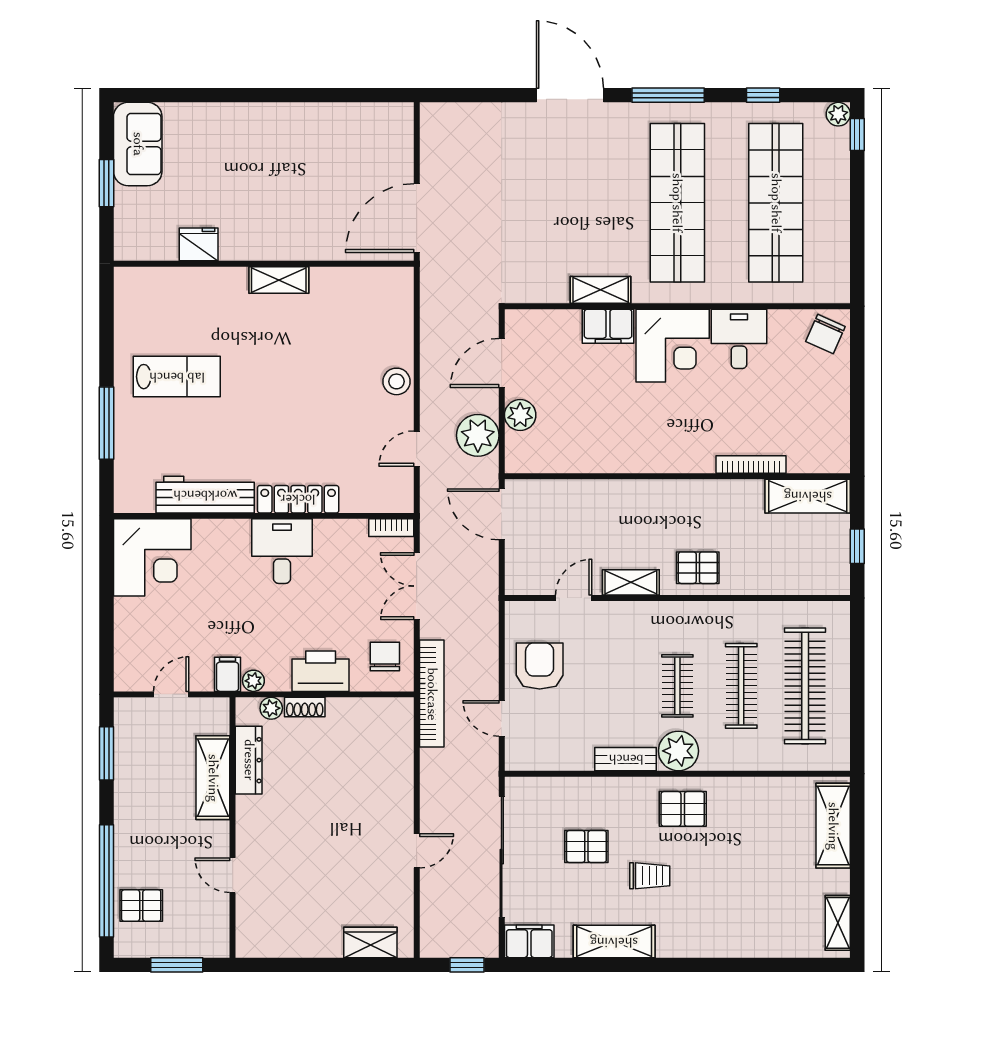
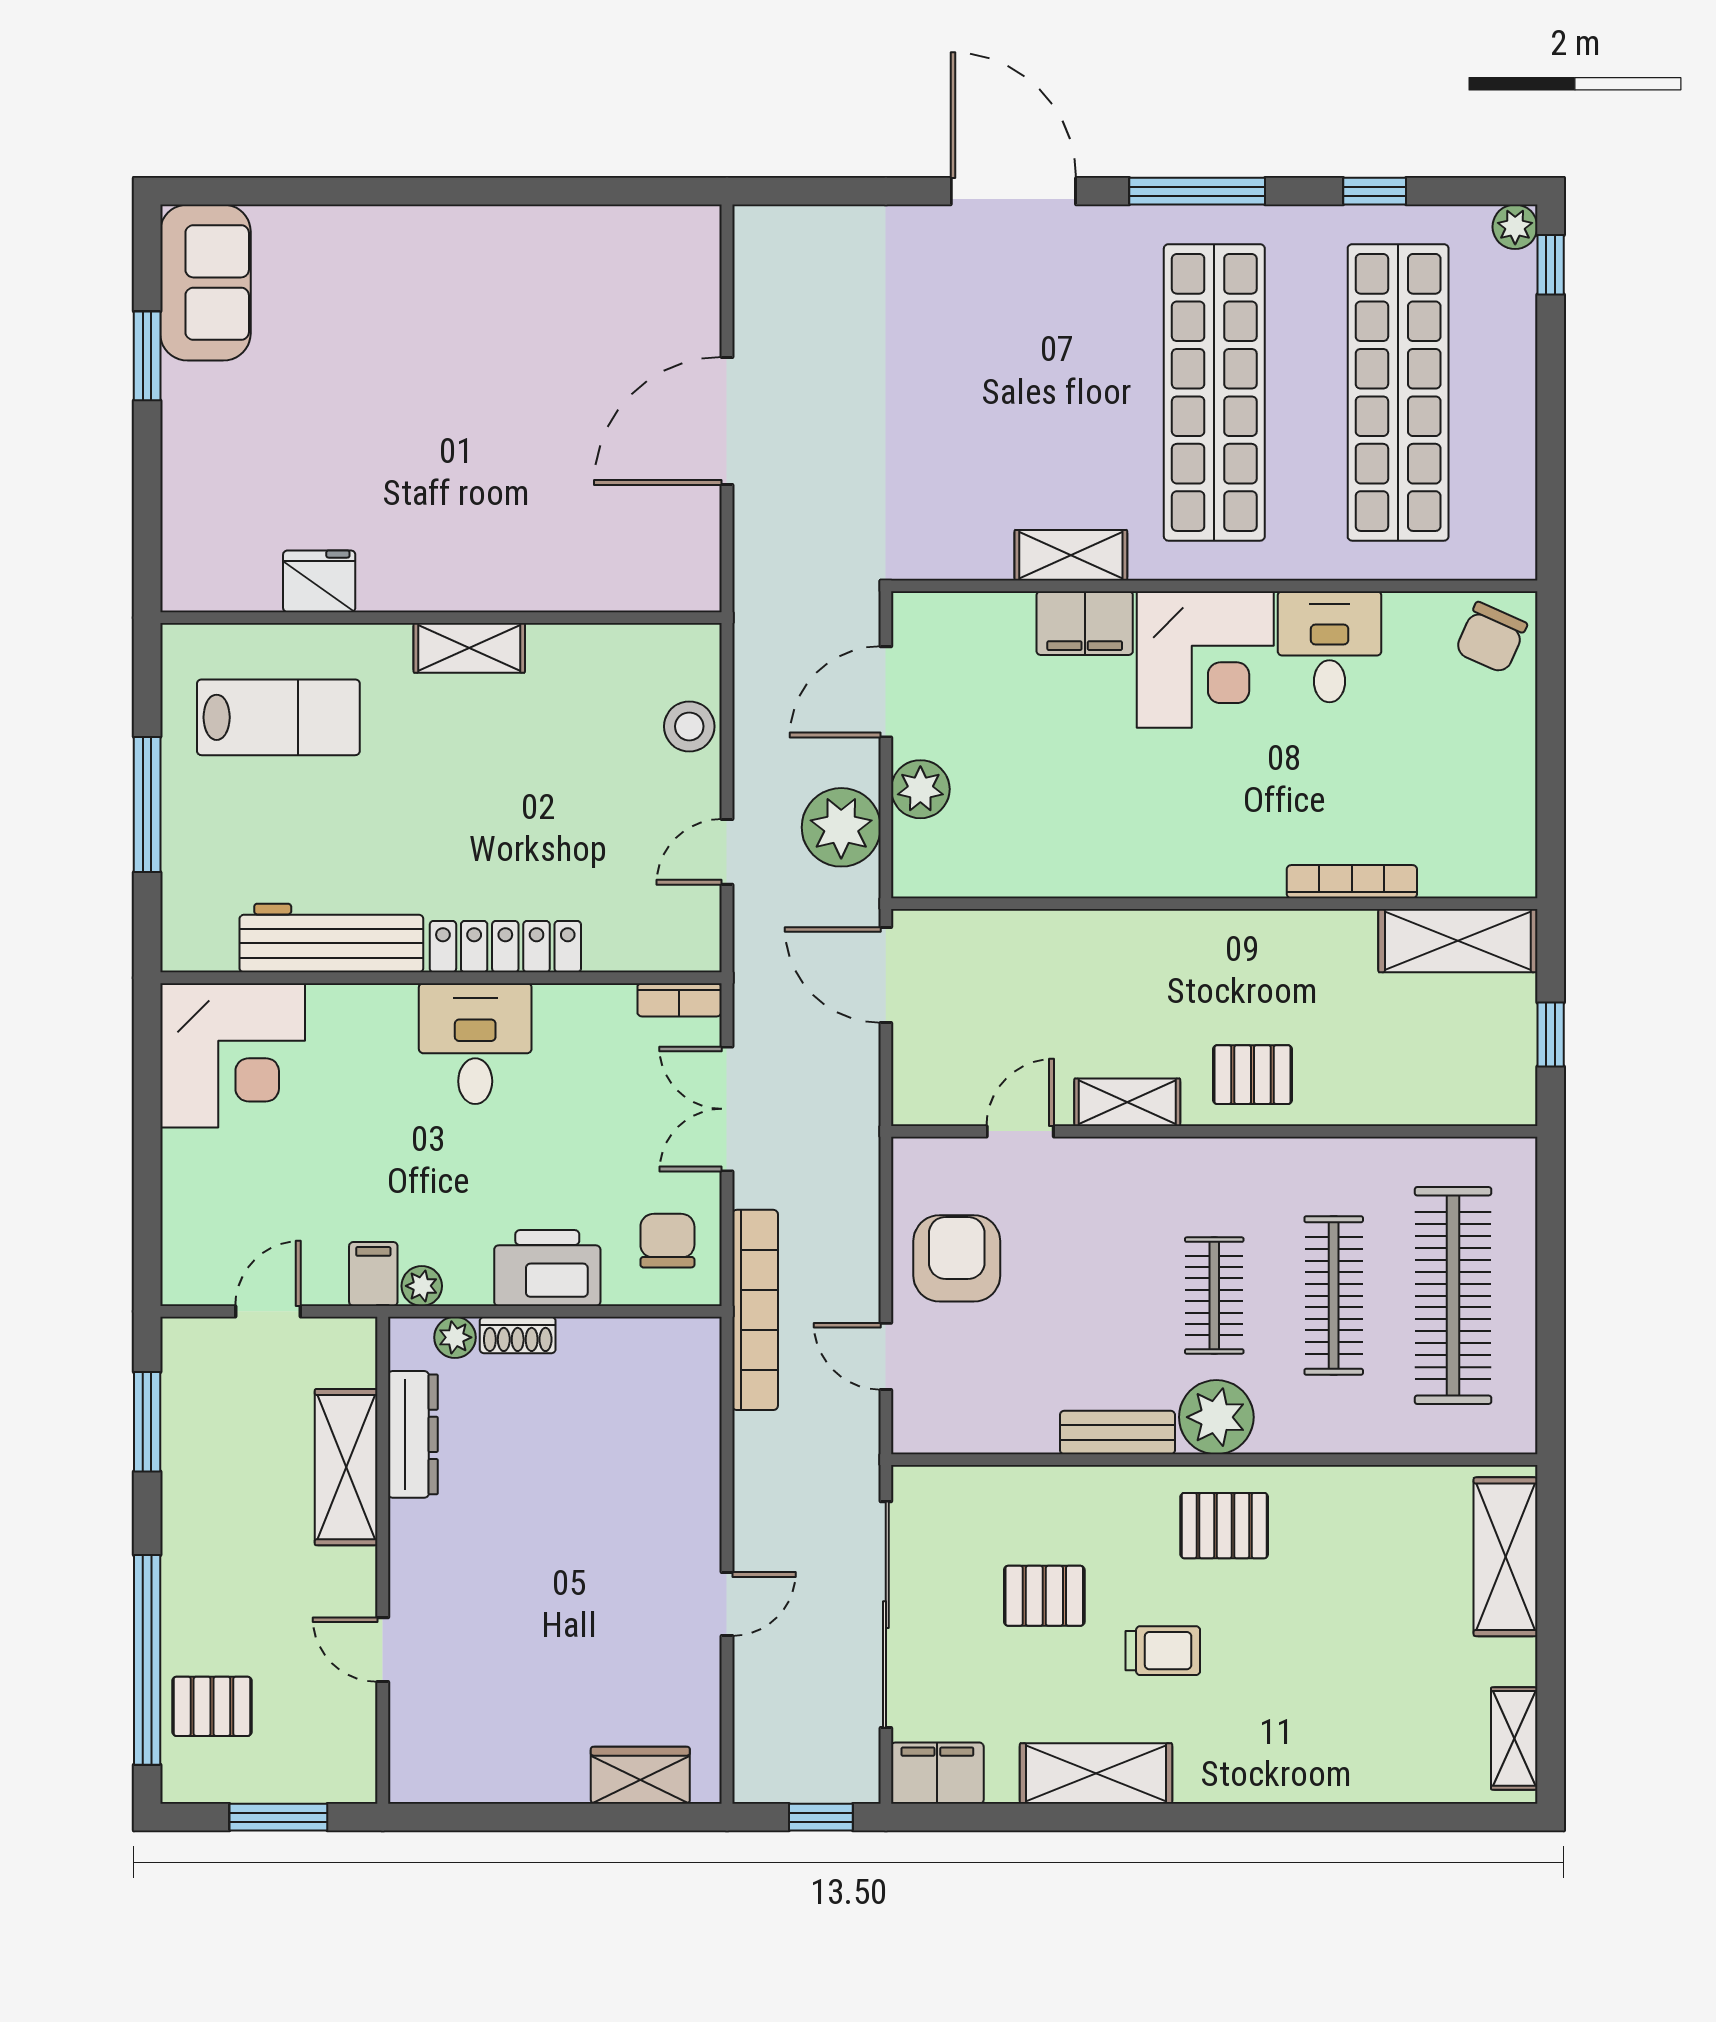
fridge: (199, 244) -> (319, 581), moved
wall: (264, 264) -> (441, 618), moved
shelving: (279, 280) -> (469, 648), moved

